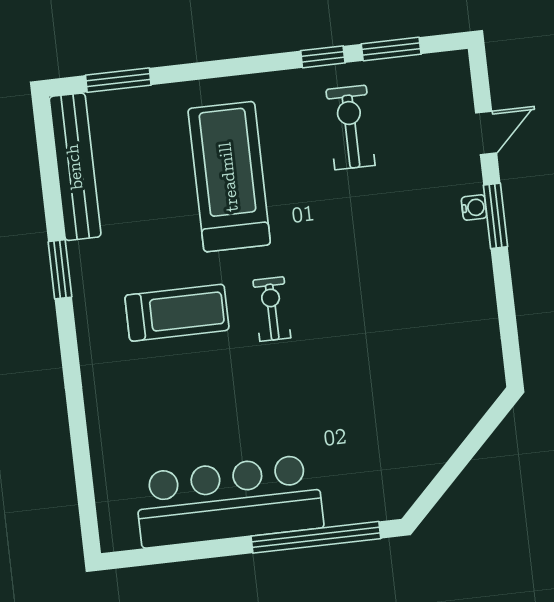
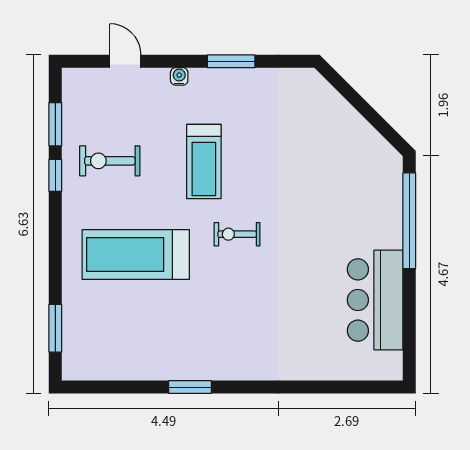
bench: (75, 167) -> (116, 367), removed
window: (496, 216) -> (231, 61), moved
treadmill: (177, 313) -> (204, 162), moved, turned 180
bar counter: (229, 501) -> (375, 300), width x0.73

